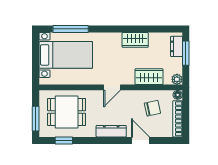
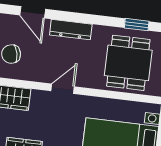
dining table: (67, 112) -> (128, 63), turned 90

